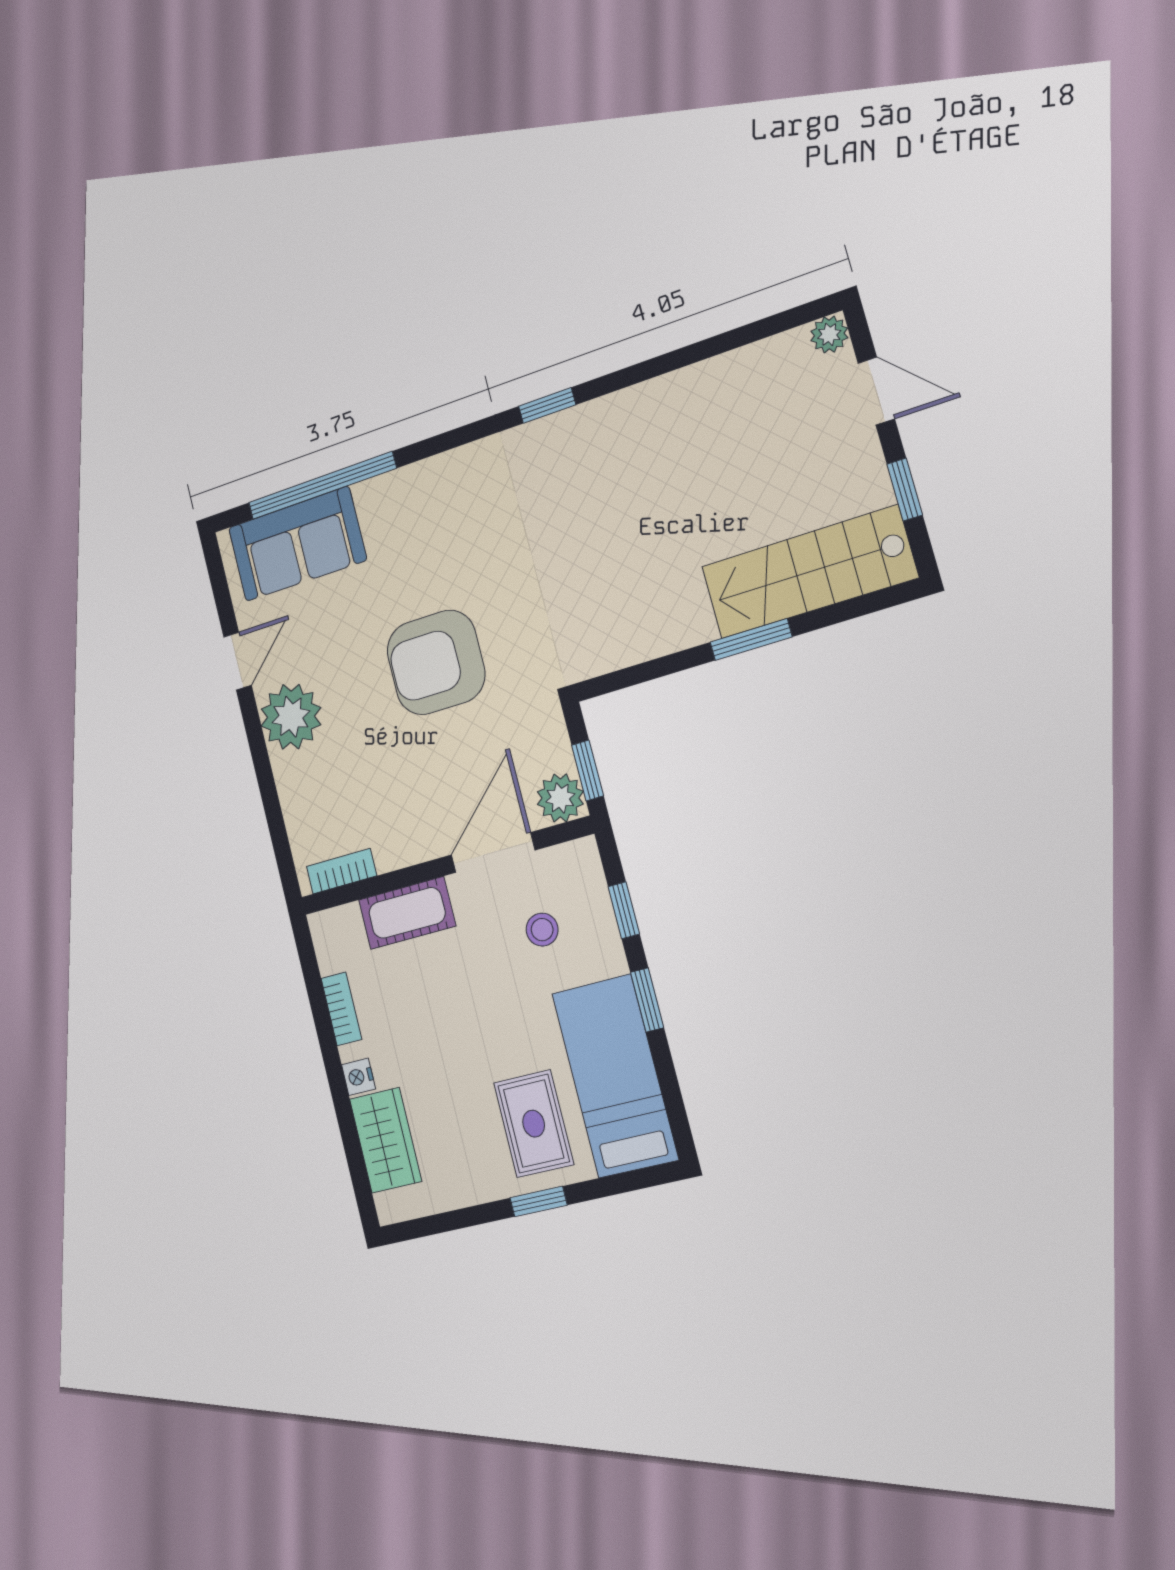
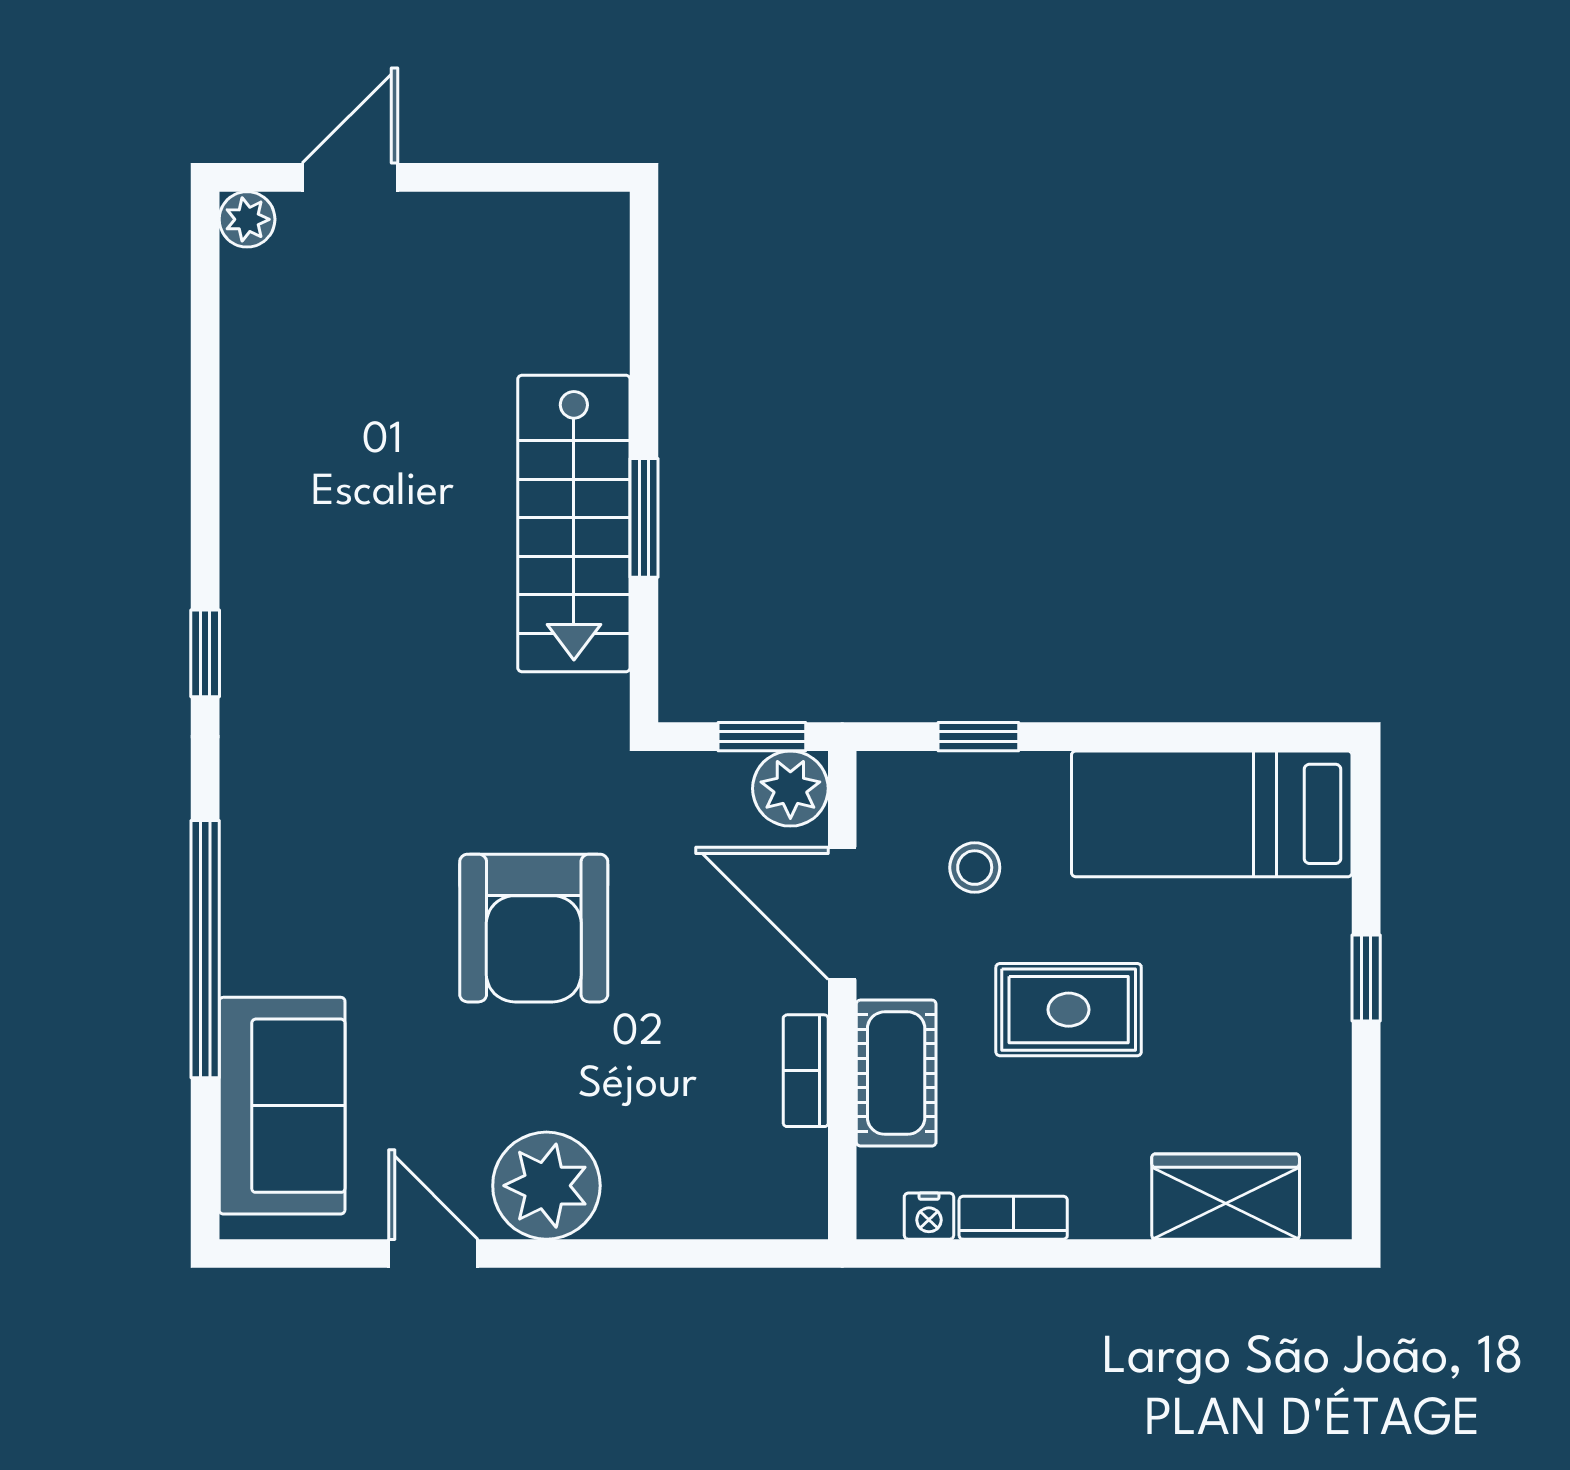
window: (322, 486) -> (205, 949), moved
window: (905, 490) -> (501, 177), removed
stairs: (809, 572) -> (574, 524), moved
window: (751, 640) -> (644, 518), moved
bookcase: (342, 871) -> (806, 1071), moved
window: (647, 1000) -> (1115, 737), removed
nightstand: (359, 1077) -> (929, 1216), moved
rug: (534, 1124) -> (1069, 1010), moved

